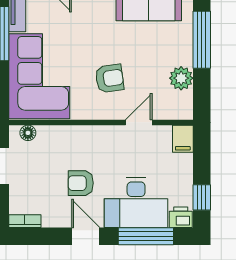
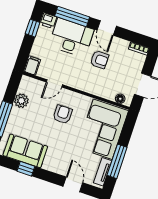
armchair: (110, 78) -> (63, 114), turned 98

